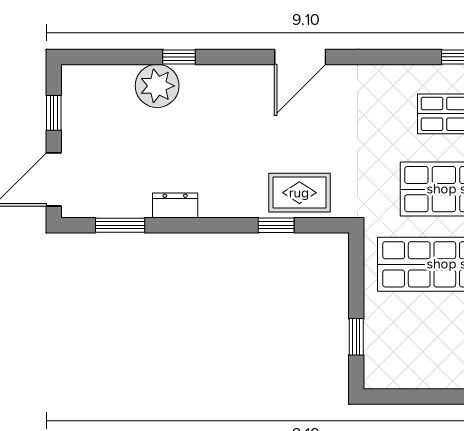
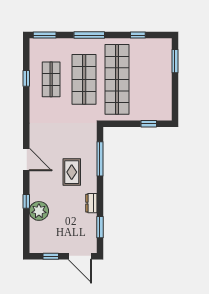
door: (300, 57) -> (26, 160), moved
rug: (299, 193) -> (72, 172), moved
window: (276, 225) -> (100, 159), width x2.17

